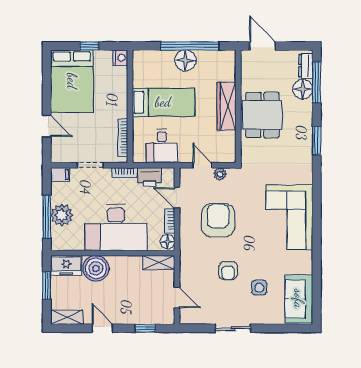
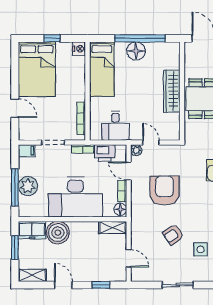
bed: (163, 102) -> (102, 69), moved, turned 90
plant: (220, 174) -> (136, 150), moved
armchair: (228, 271) -> (173, 235), turned 55

